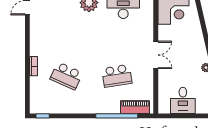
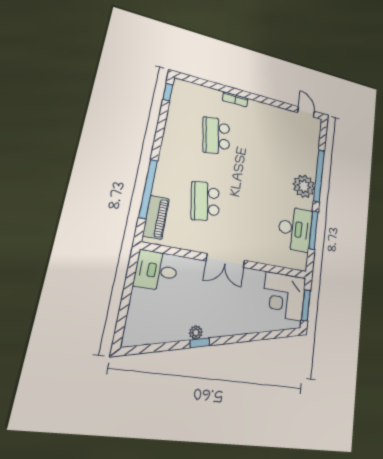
school desk: (66, 76) -> (216, 136), turned -33
desk: (183, 100) -> (156, 271), moved

